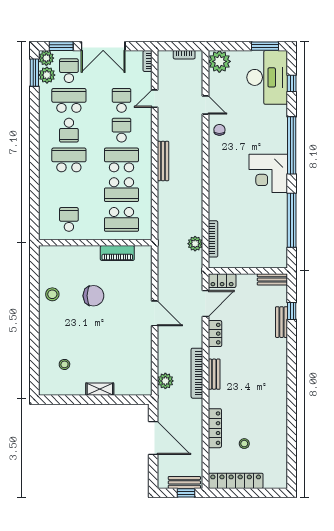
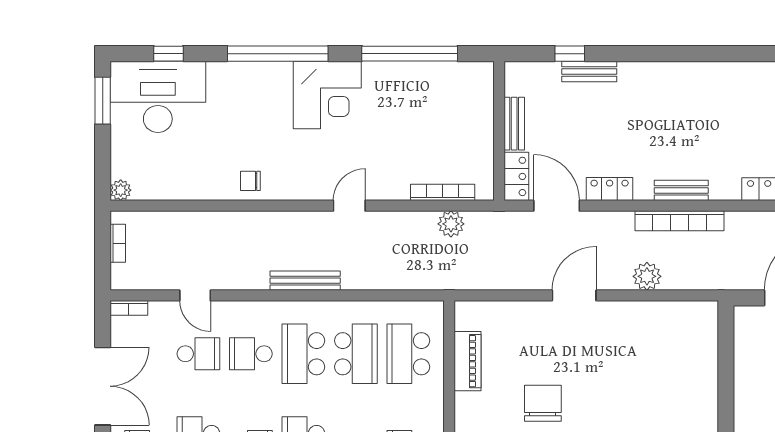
plant: (219, 61) -> (121, 190), width x0.53, depth x0.53
school desk: (121, 100) -> (198, 354), turned 180
door: (205, 105) -> (349, 206), moved
school desk: (121, 219) -> (408, 354), turned 180
bench: (272, 279) -> (514, 124), moved
plant: (165, 381) -> (647, 276), moved
shelving: (100, 389) -> (707, 392), removed

